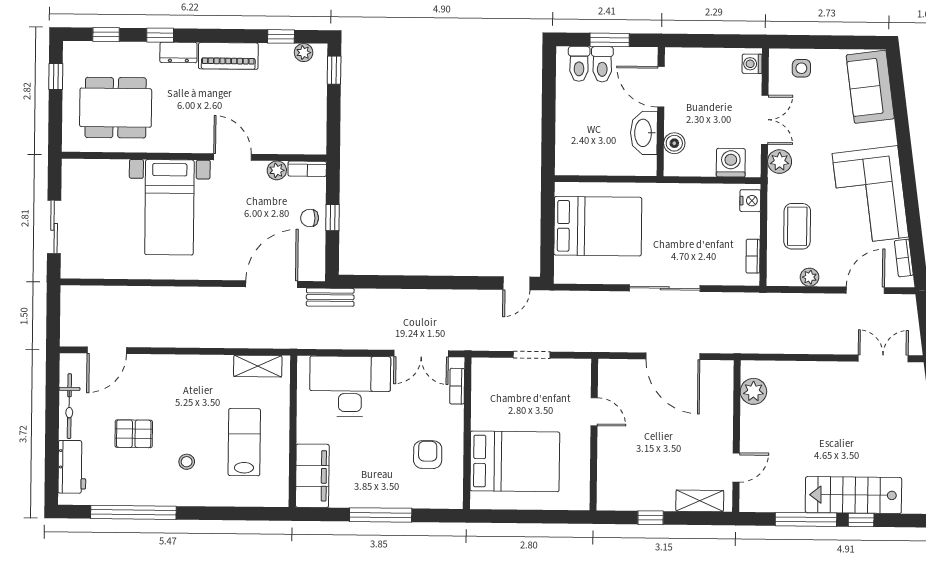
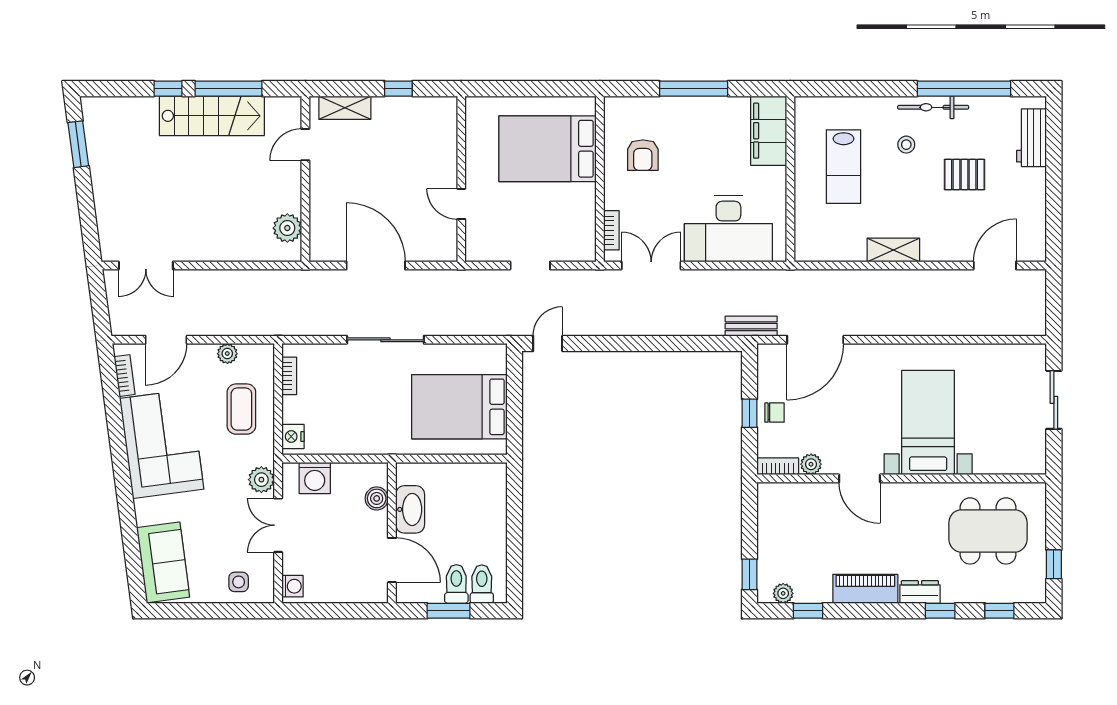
shelving: (258, 366) -> (893, 250), moved
bicycle: (69, 406) -> (933, 107), moved, turned -90
stairs: (853, 495) -> (212, 116), moved

